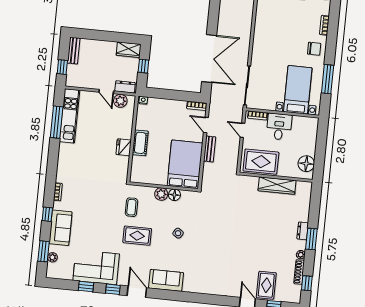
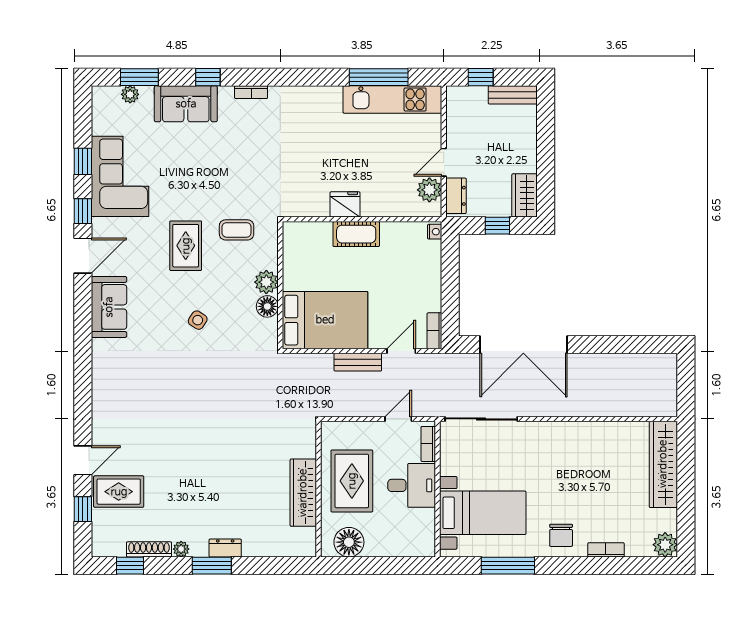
rug: (261, 162) -> (352, 481), moved

